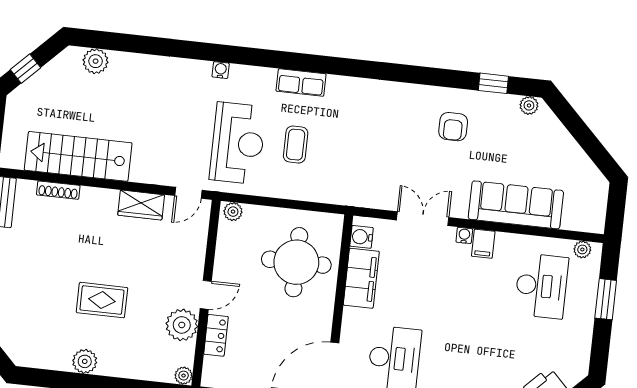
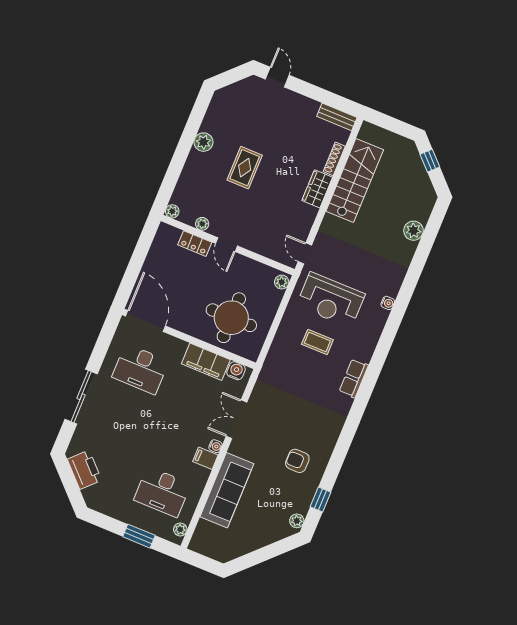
plant: (96, 61) -> (413, 231), moved
row of seats: (301, 83) -> (354, 378), moved
wardrobe: (141, 205) -> (317, 189), moved
double door: (423, 219) -> (236, 419), swing flipped
plant: (182, 325) -> (202, 224), width x0.53, depth x0.53

